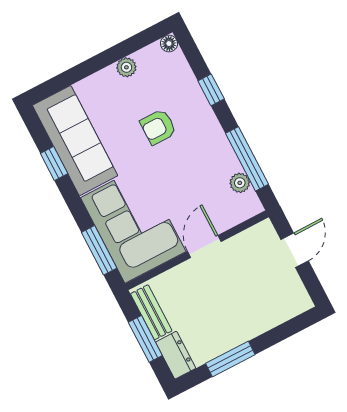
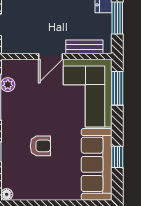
plant: (126, 67) -> (41, 193), removed
bench: (151, 312) -> (84, 47), moved, turned 90

